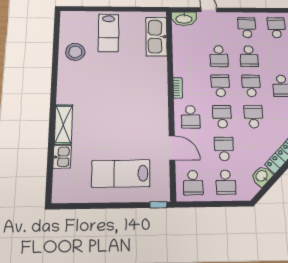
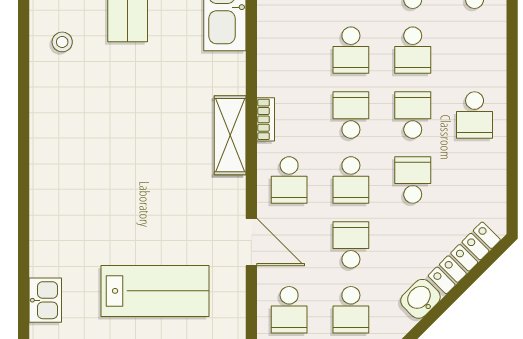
stool: (75, 52) -> (62, 42), width x0.53, depth x0.53
school desk: (222, 117) -> (351, 180), turned 180
shelving: (63, 124) -> (230, 135), moved
kitchen sink: (62, 157) -> (45, 300), moved
lab bench: (121, 173) -> (155, 291), turned 180

